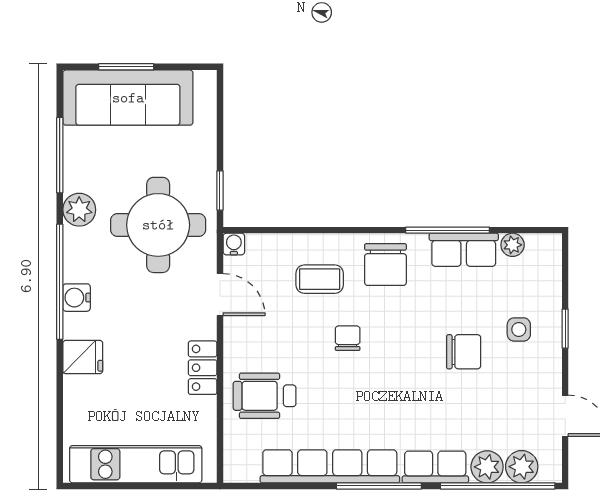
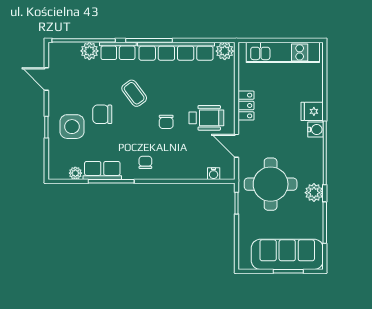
water cooler: (234, 244) -> (214, 174), moved
chair: (385, 264) -> (145, 162), width x0.54, depth x0.54
coffee table: (320, 279) -> (134, 93), moved, turned 53
water cooler: (77, 298) -> (315, 130), moved
side table: (519, 329) -> (72, 127), width x1.87, depth x1.87
wheelchair: (265, 396) -> (206, 118), moved
plant: (522, 467) -> (225, 51), moved

